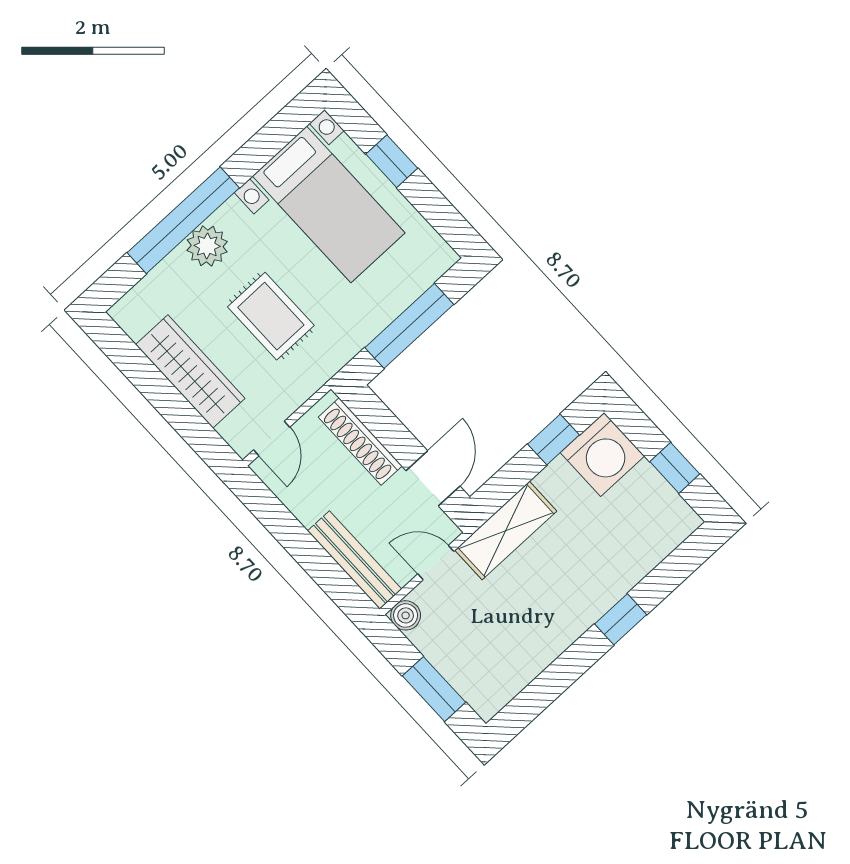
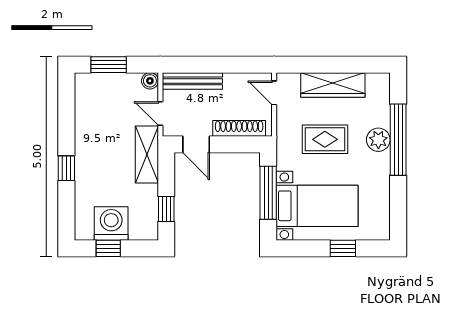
bed with nightstands: (329, 204) -> (317, 206), moved, turned 180
washing machine: (602, 454) -> (111, 224), moved, turned 90
door: (436, 563) -> (160, 113), swing flipped

